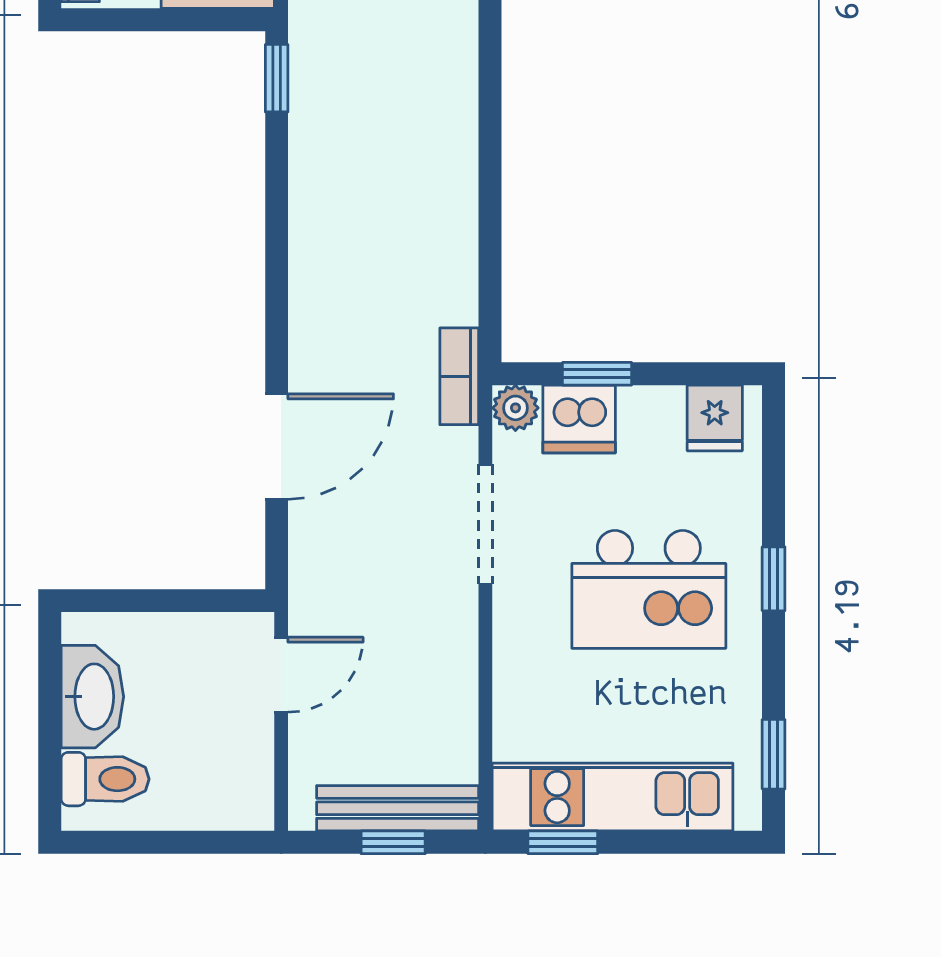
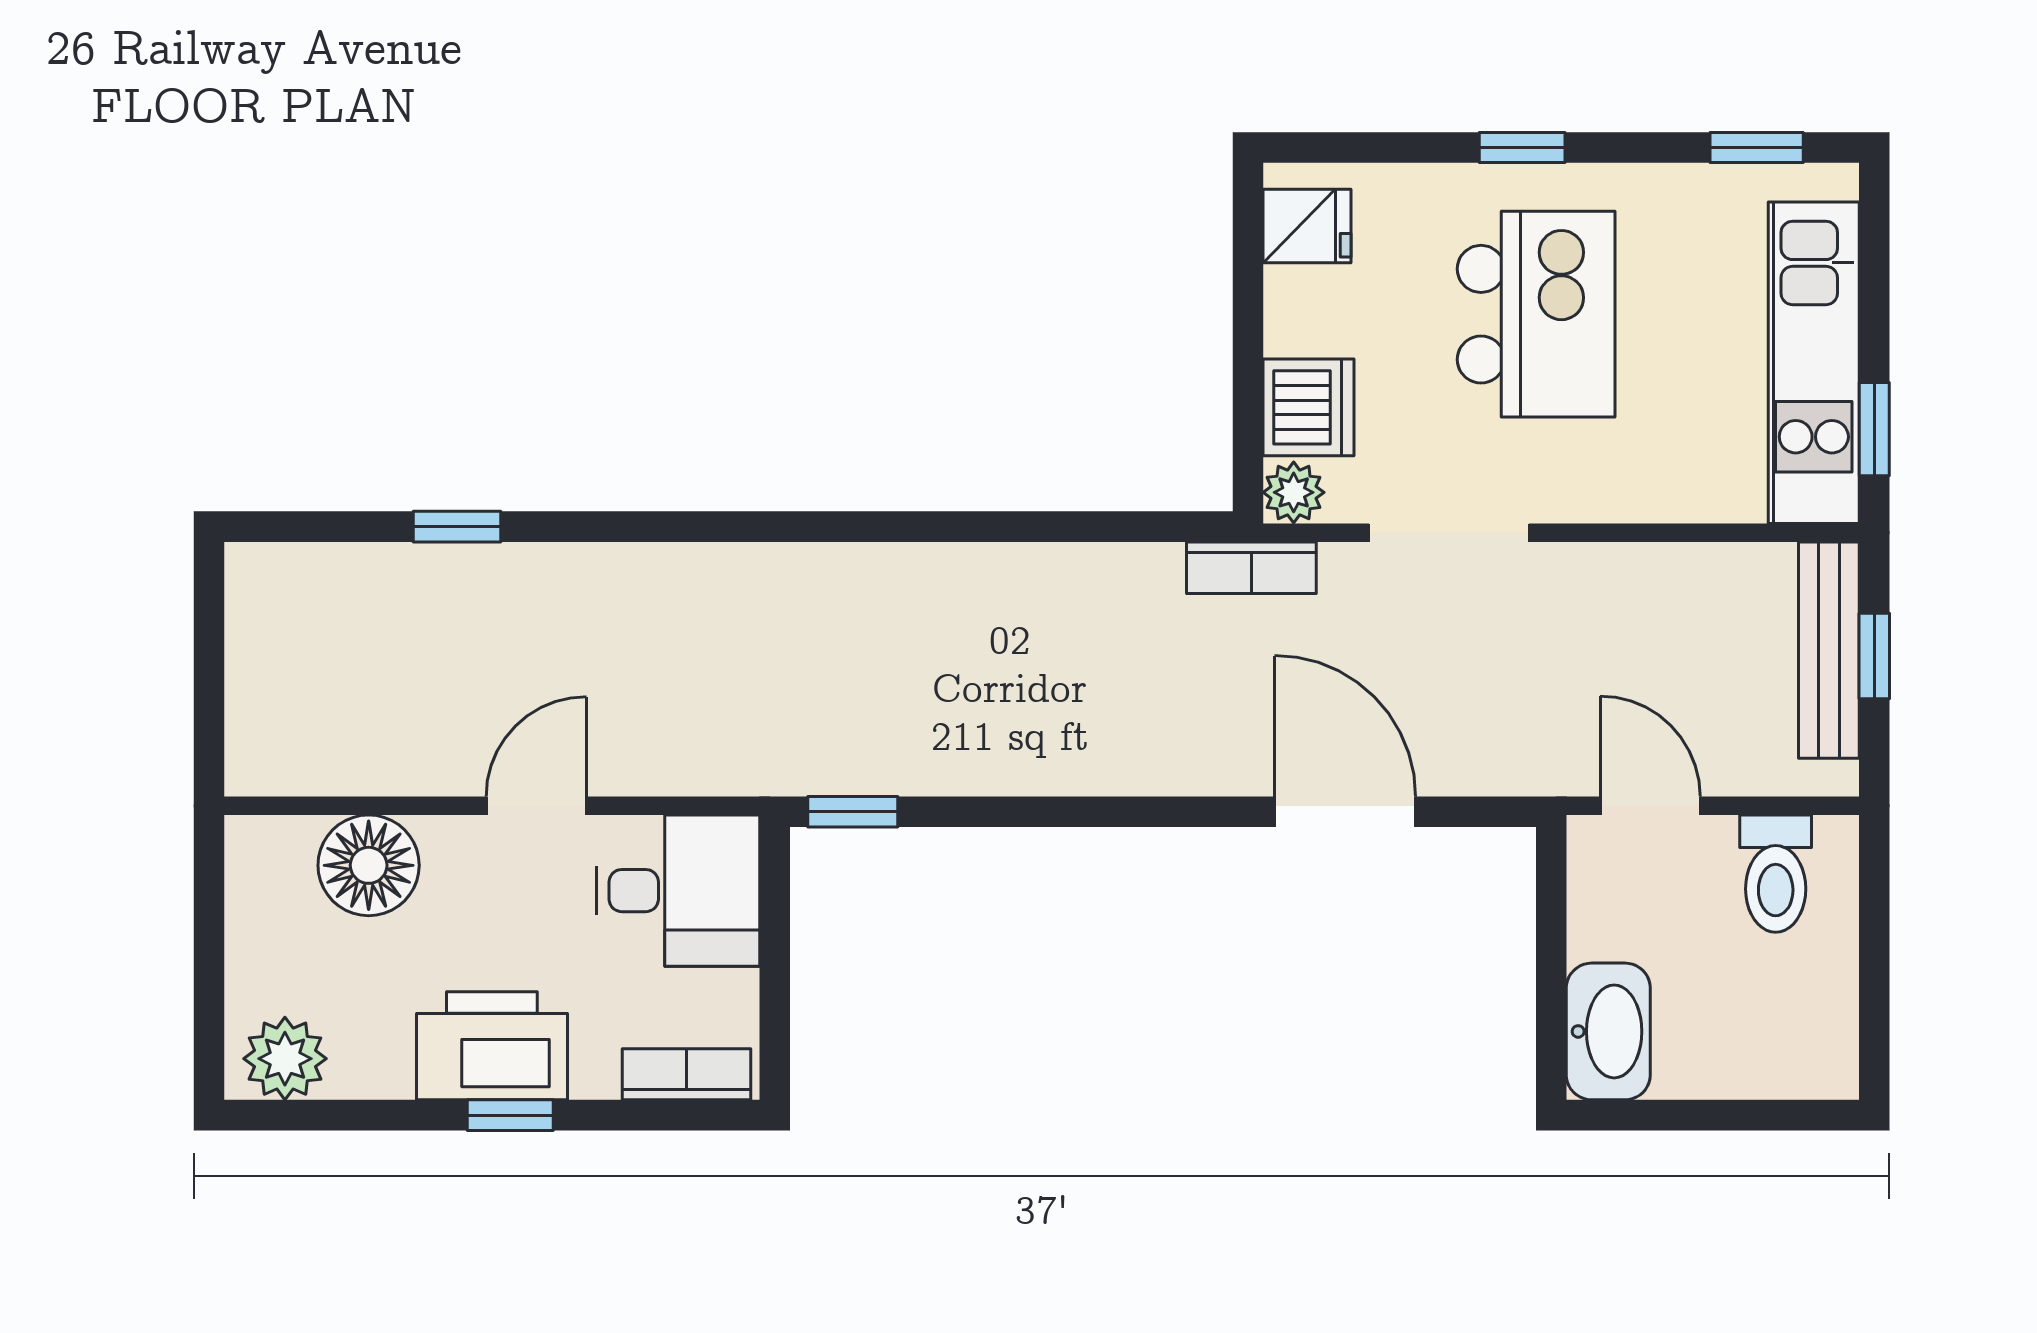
window: (597, 374) -> (1248, 383), removed
washbasin: (92, 697) -> (1608, 1031), moved, turned 90
toilet: (105, 779) -> (1776, 874), moved, turned 180

